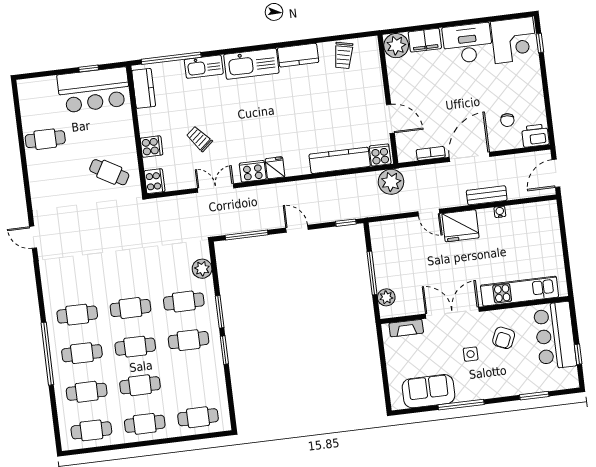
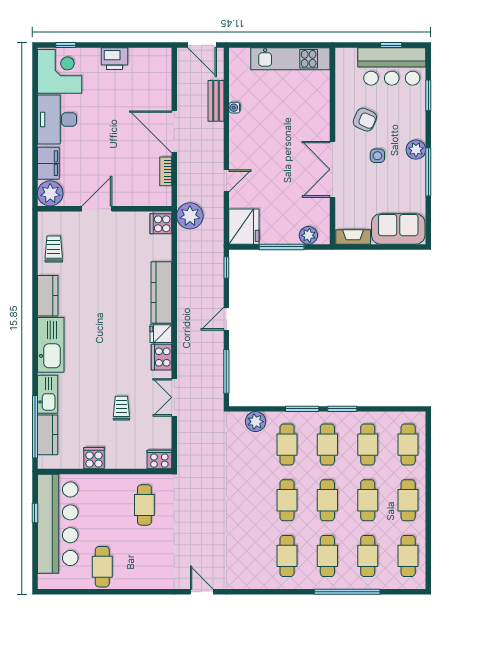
trolley: (343, 55) -> (54, 249), turned -102
kitchen counter: (144, 88) -> (48, 435), moved, turned 90
bar counter: (94, 90) -> (58, 524), width x1.36
door: (390, 119) -> (97, 209), moved
chair: (507, 120) -> (141, 88), removed
printer: (535, 136) -> (115, 59), moved, turned -90
trolley: (199, 139) -> (121, 408), turned 130
cooker: (151, 147) -> (94, 458), moved
kitchen counter: (340, 160) -> (161, 293), moved
cafe table: (109, 172) -> (144, 505), turned -30
bench: (487, 195) -> (216, 101), moved
fridge: (460, 226) -> (244, 227), moved
door: (33, 237) -> (202, 592), swing flipped
kitchen unit: (520, 291) -> (290, 59), moved, turned -90
fireplace: (406, 328) -> (353, 237), moved, turned -90
bar counter: (555, 336) -> (392, 66), moved
window: (47, 354) -> (347, 592), moved
cafe table: (193, 379) -> (368, 445), added
plant: (481, 390) -> (416, 150), added
sofa: (429, 391) -> (398, 229), moved, turned 90

